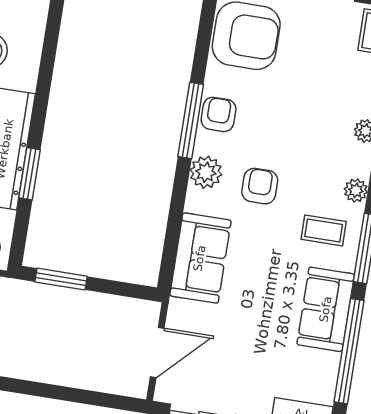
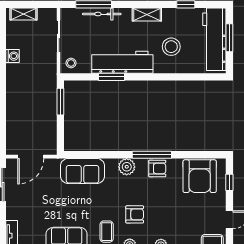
armchair: (260, 186) -> (135, 214), moved
door: (157, 352) -> (31, 157), hinge flipped

